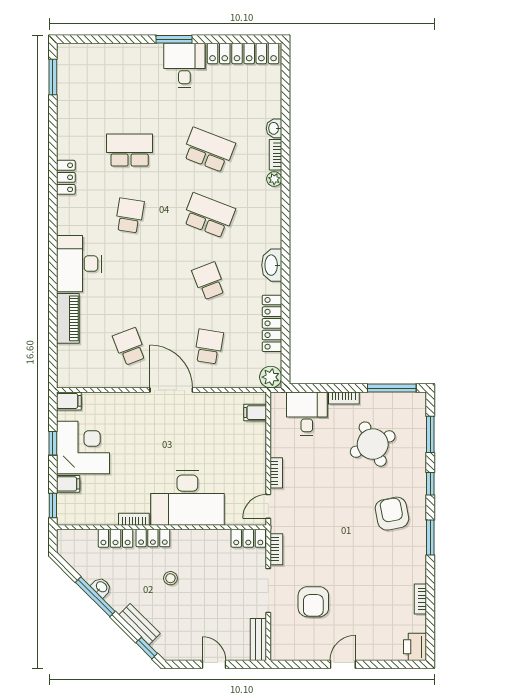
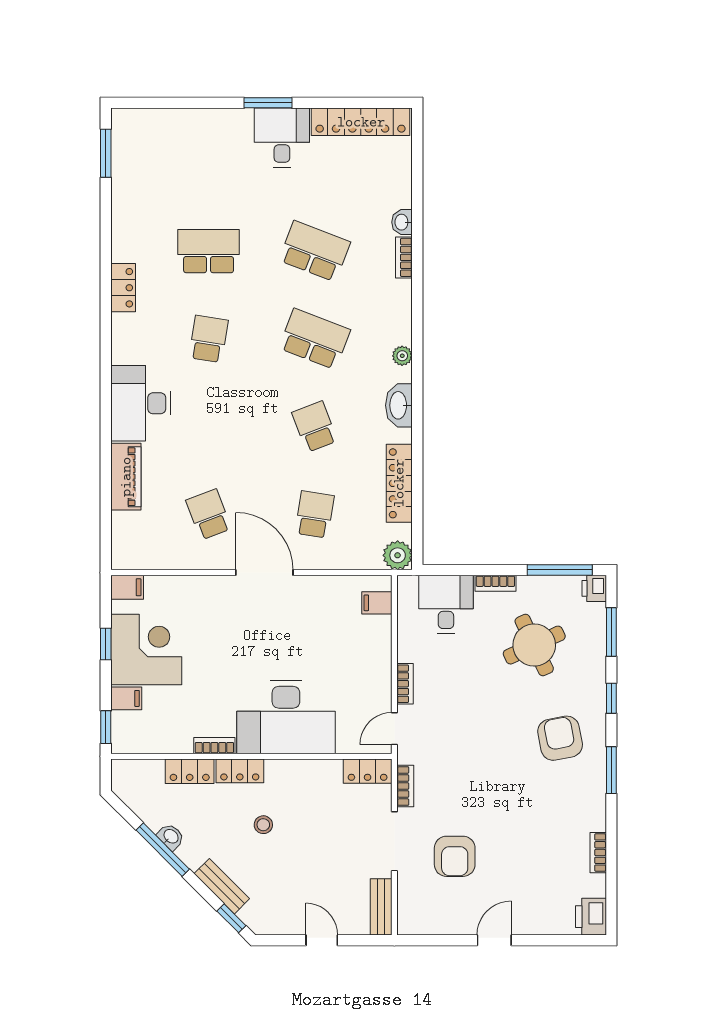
plant: (274, 179) -> (402, 356), moved
printer: (417, 402) -> (594, 588), added

